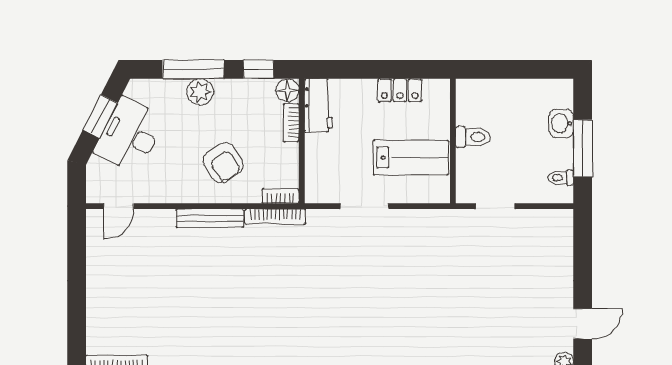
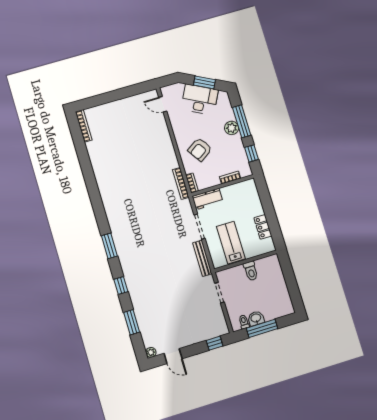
floor lamp: (288, 90) -> (246, 171), removed
workbench: (318, 105) -> (207, 199), moved
washbasin: (561, 123) -> (256, 318), moved
lab bench: (411, 158) -> (231, 243), turned 180
bench: (210, 218) -> (202, 258), moved
window: (583, 242) -> (215, 343), added

